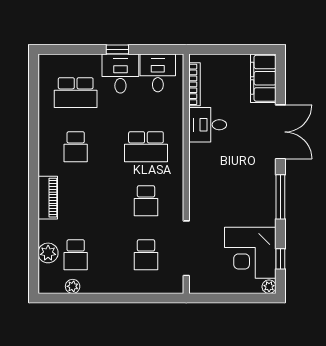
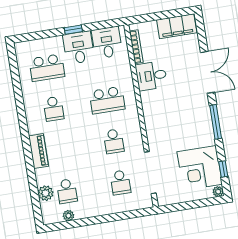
filing cabinet: (263, 78) -> (177, 26), moved, turned -90

